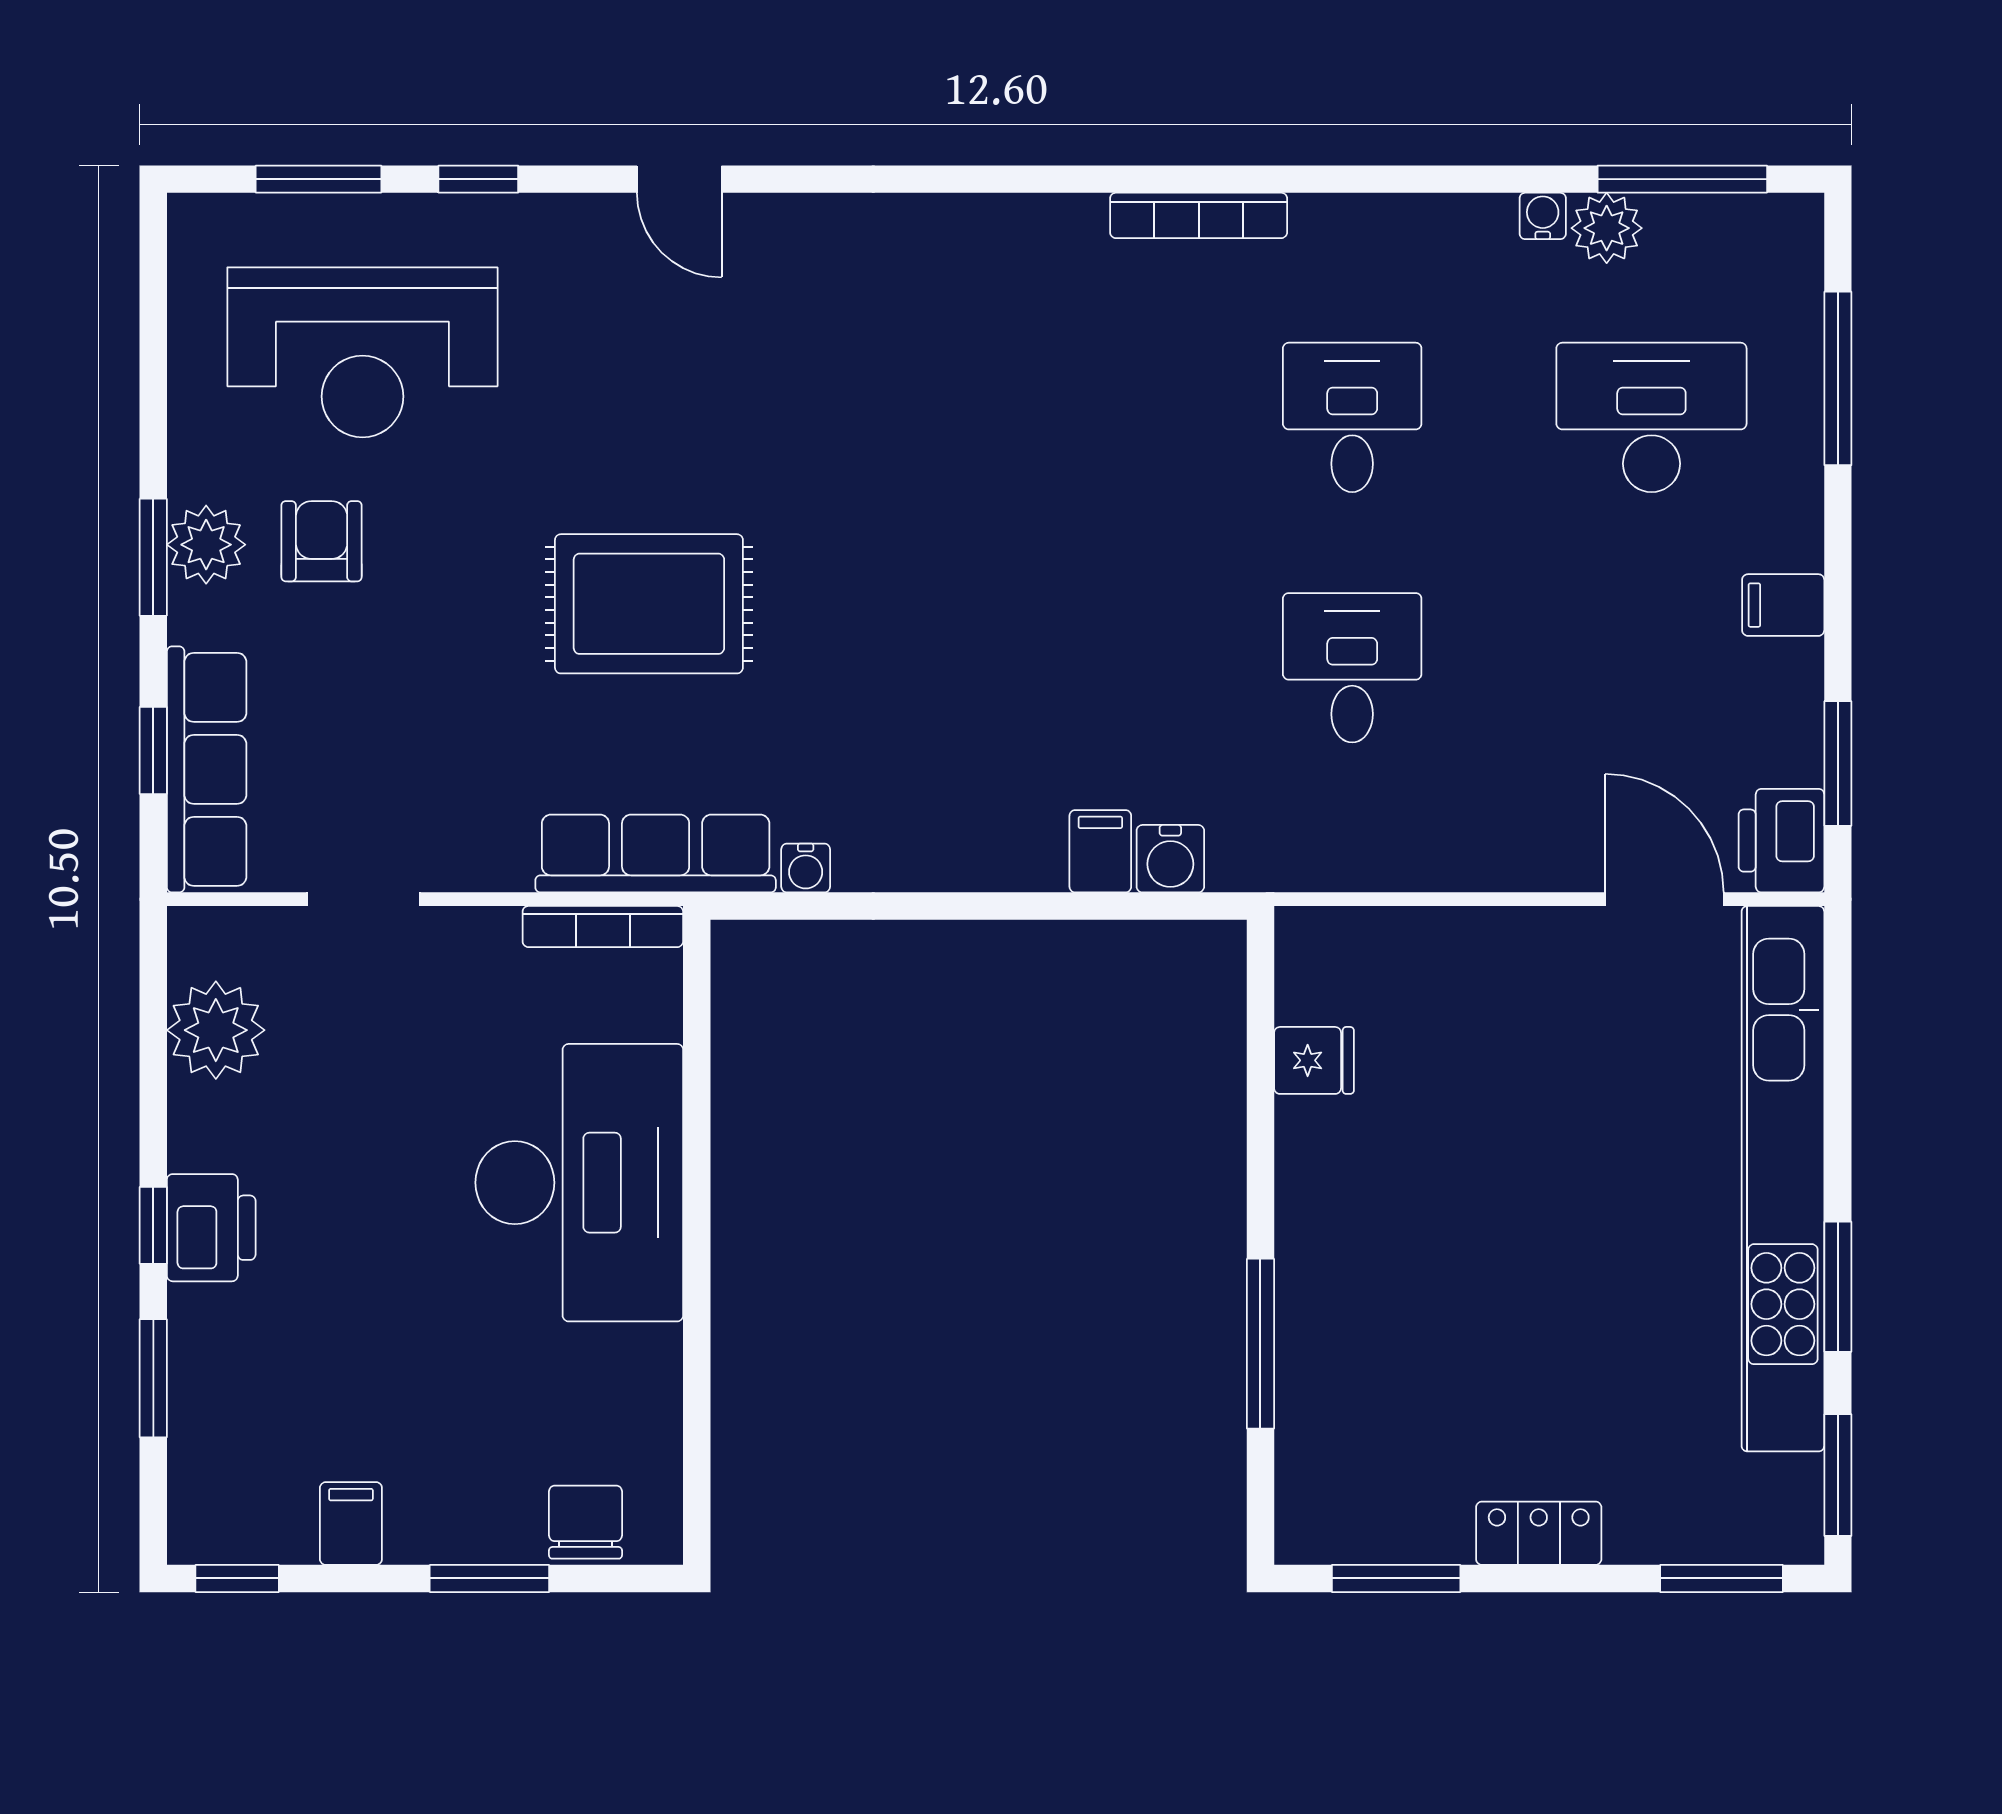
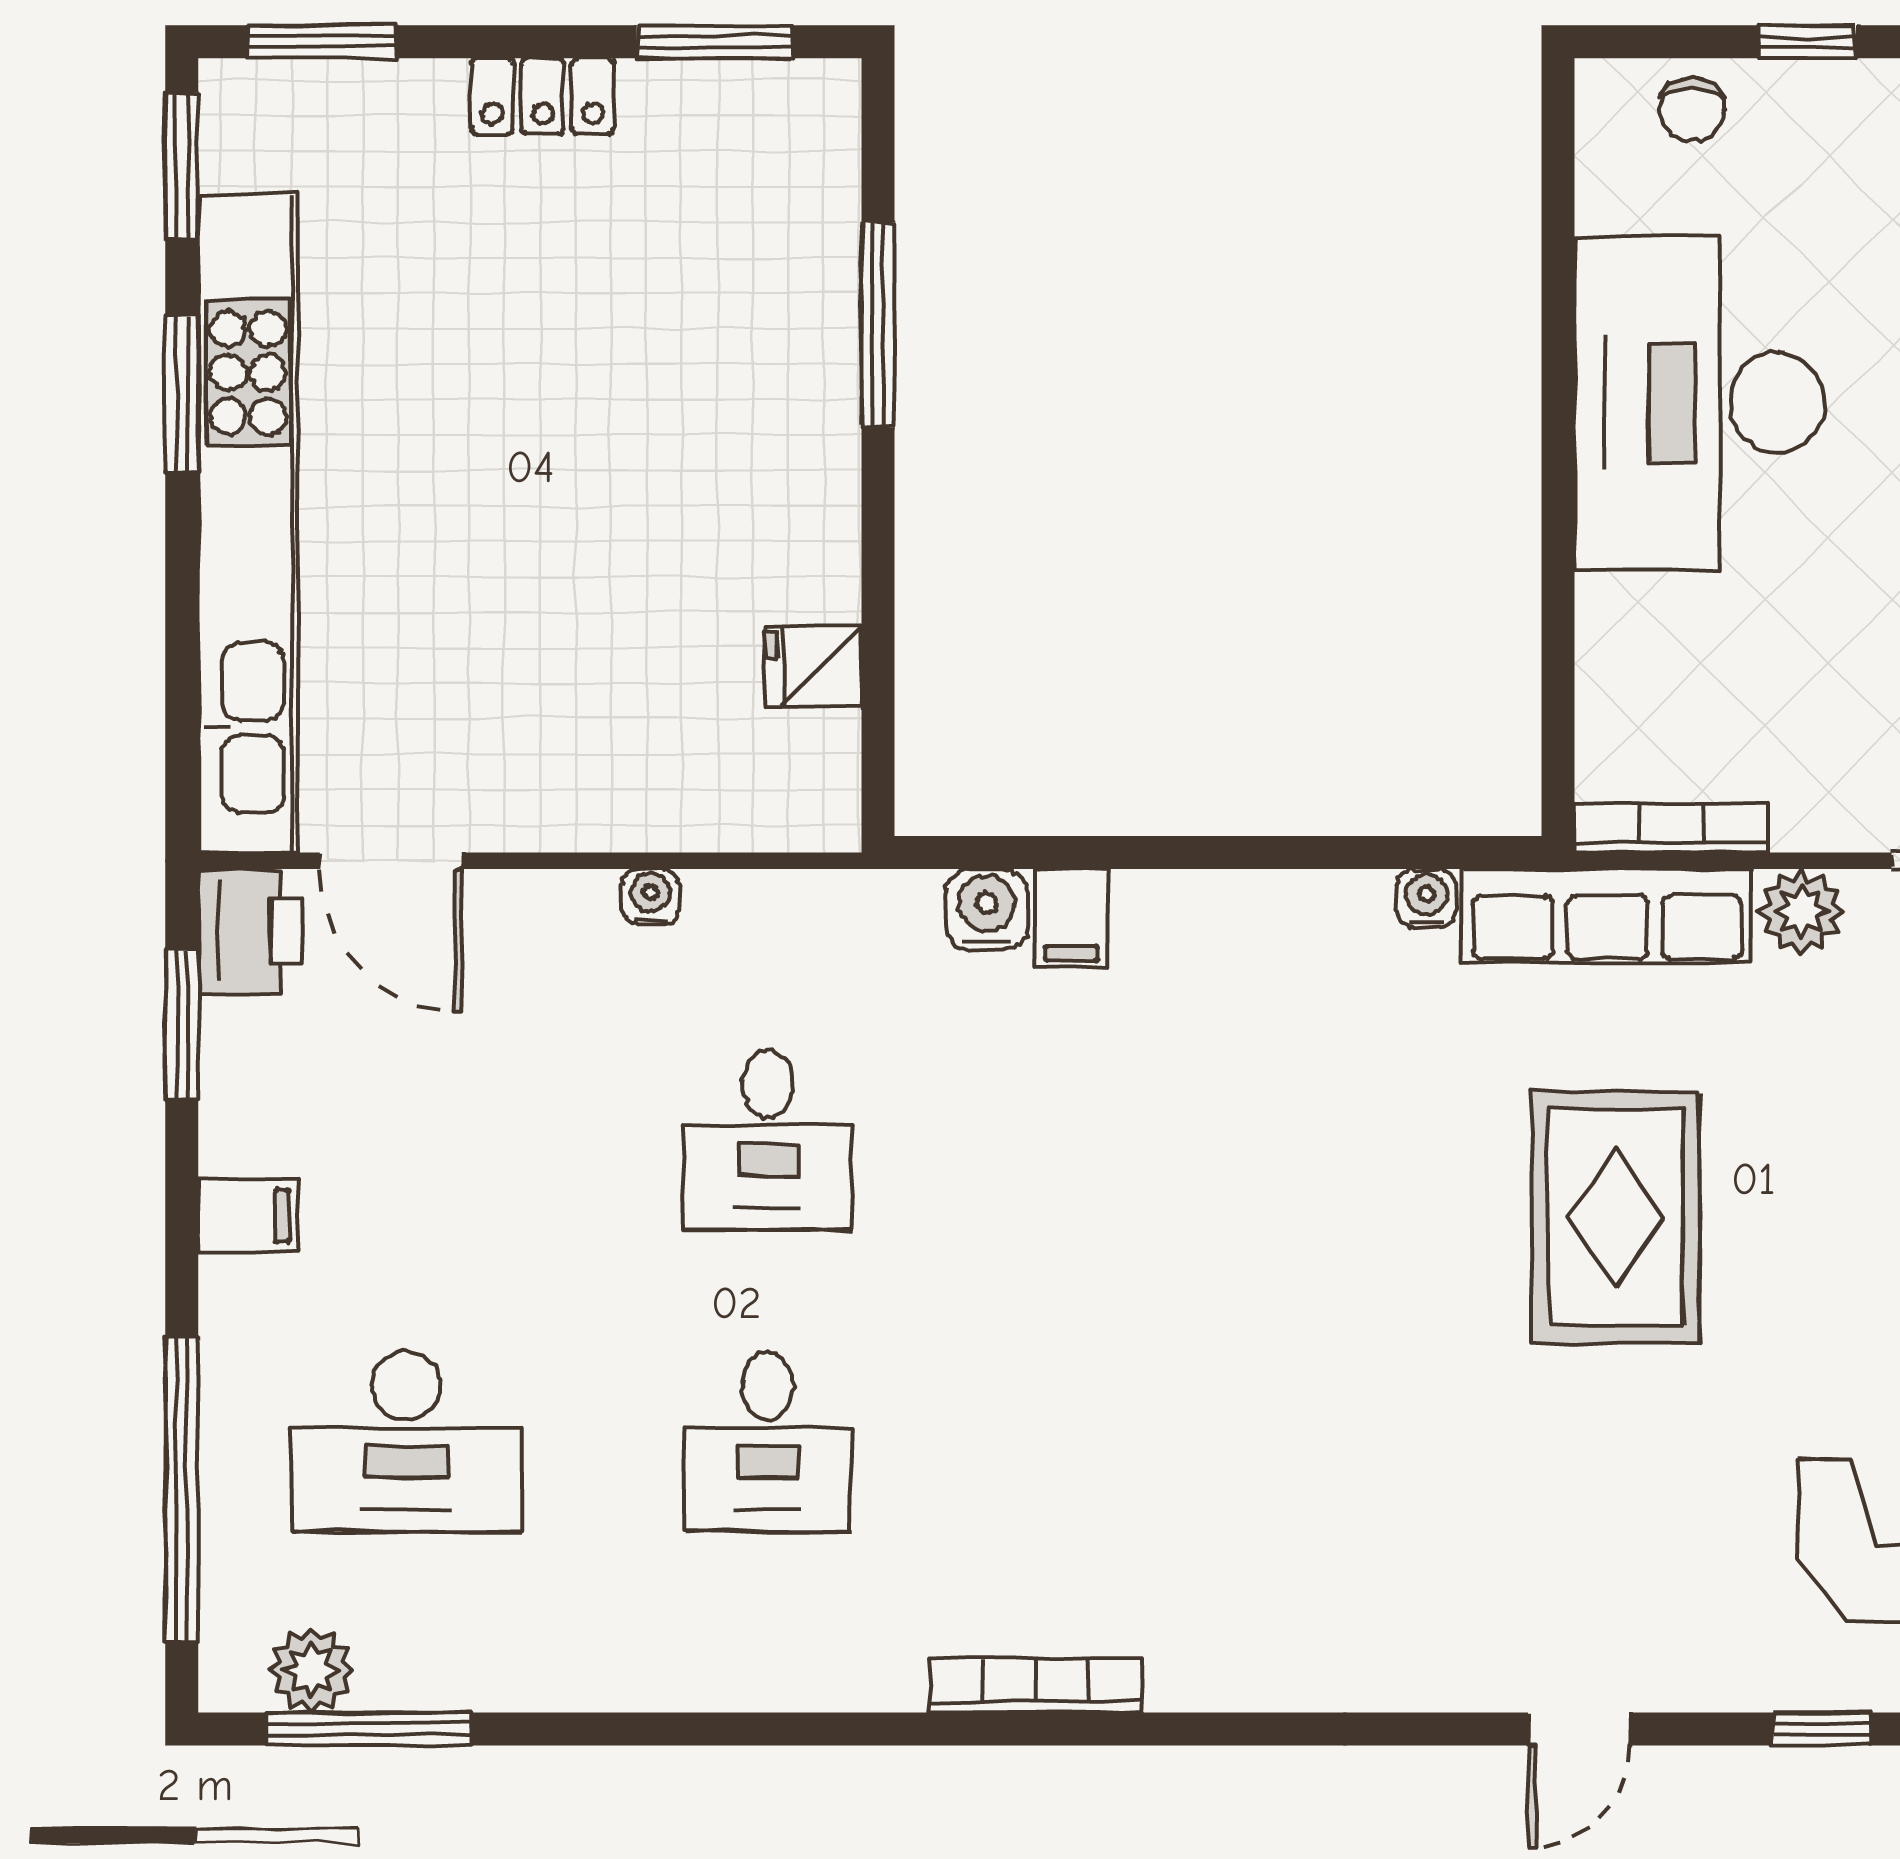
door: (679, 179) -> (1579, 1729), swing flipped
bookcase: (1199, 215) -> (1036, 1685), moved
water cooler: (1543, 216) -> (651, 897), moved, turned 180
plant: (1607, 228) -> (311, 1670), moved
window: (1838, 378) -> (182, 1489), width x1.46
rug: (649, 604) -> (1616, 1217), turned 90
plant: (495, 857) -> (1801, 911), added
desk: (579, 1183) -> (1700, 403), moved
chair: (585, 1522) -> (1692, 110), width x0.73, depth x0.73
window: (489, 1578) -> (1808, 42), width x0.67

